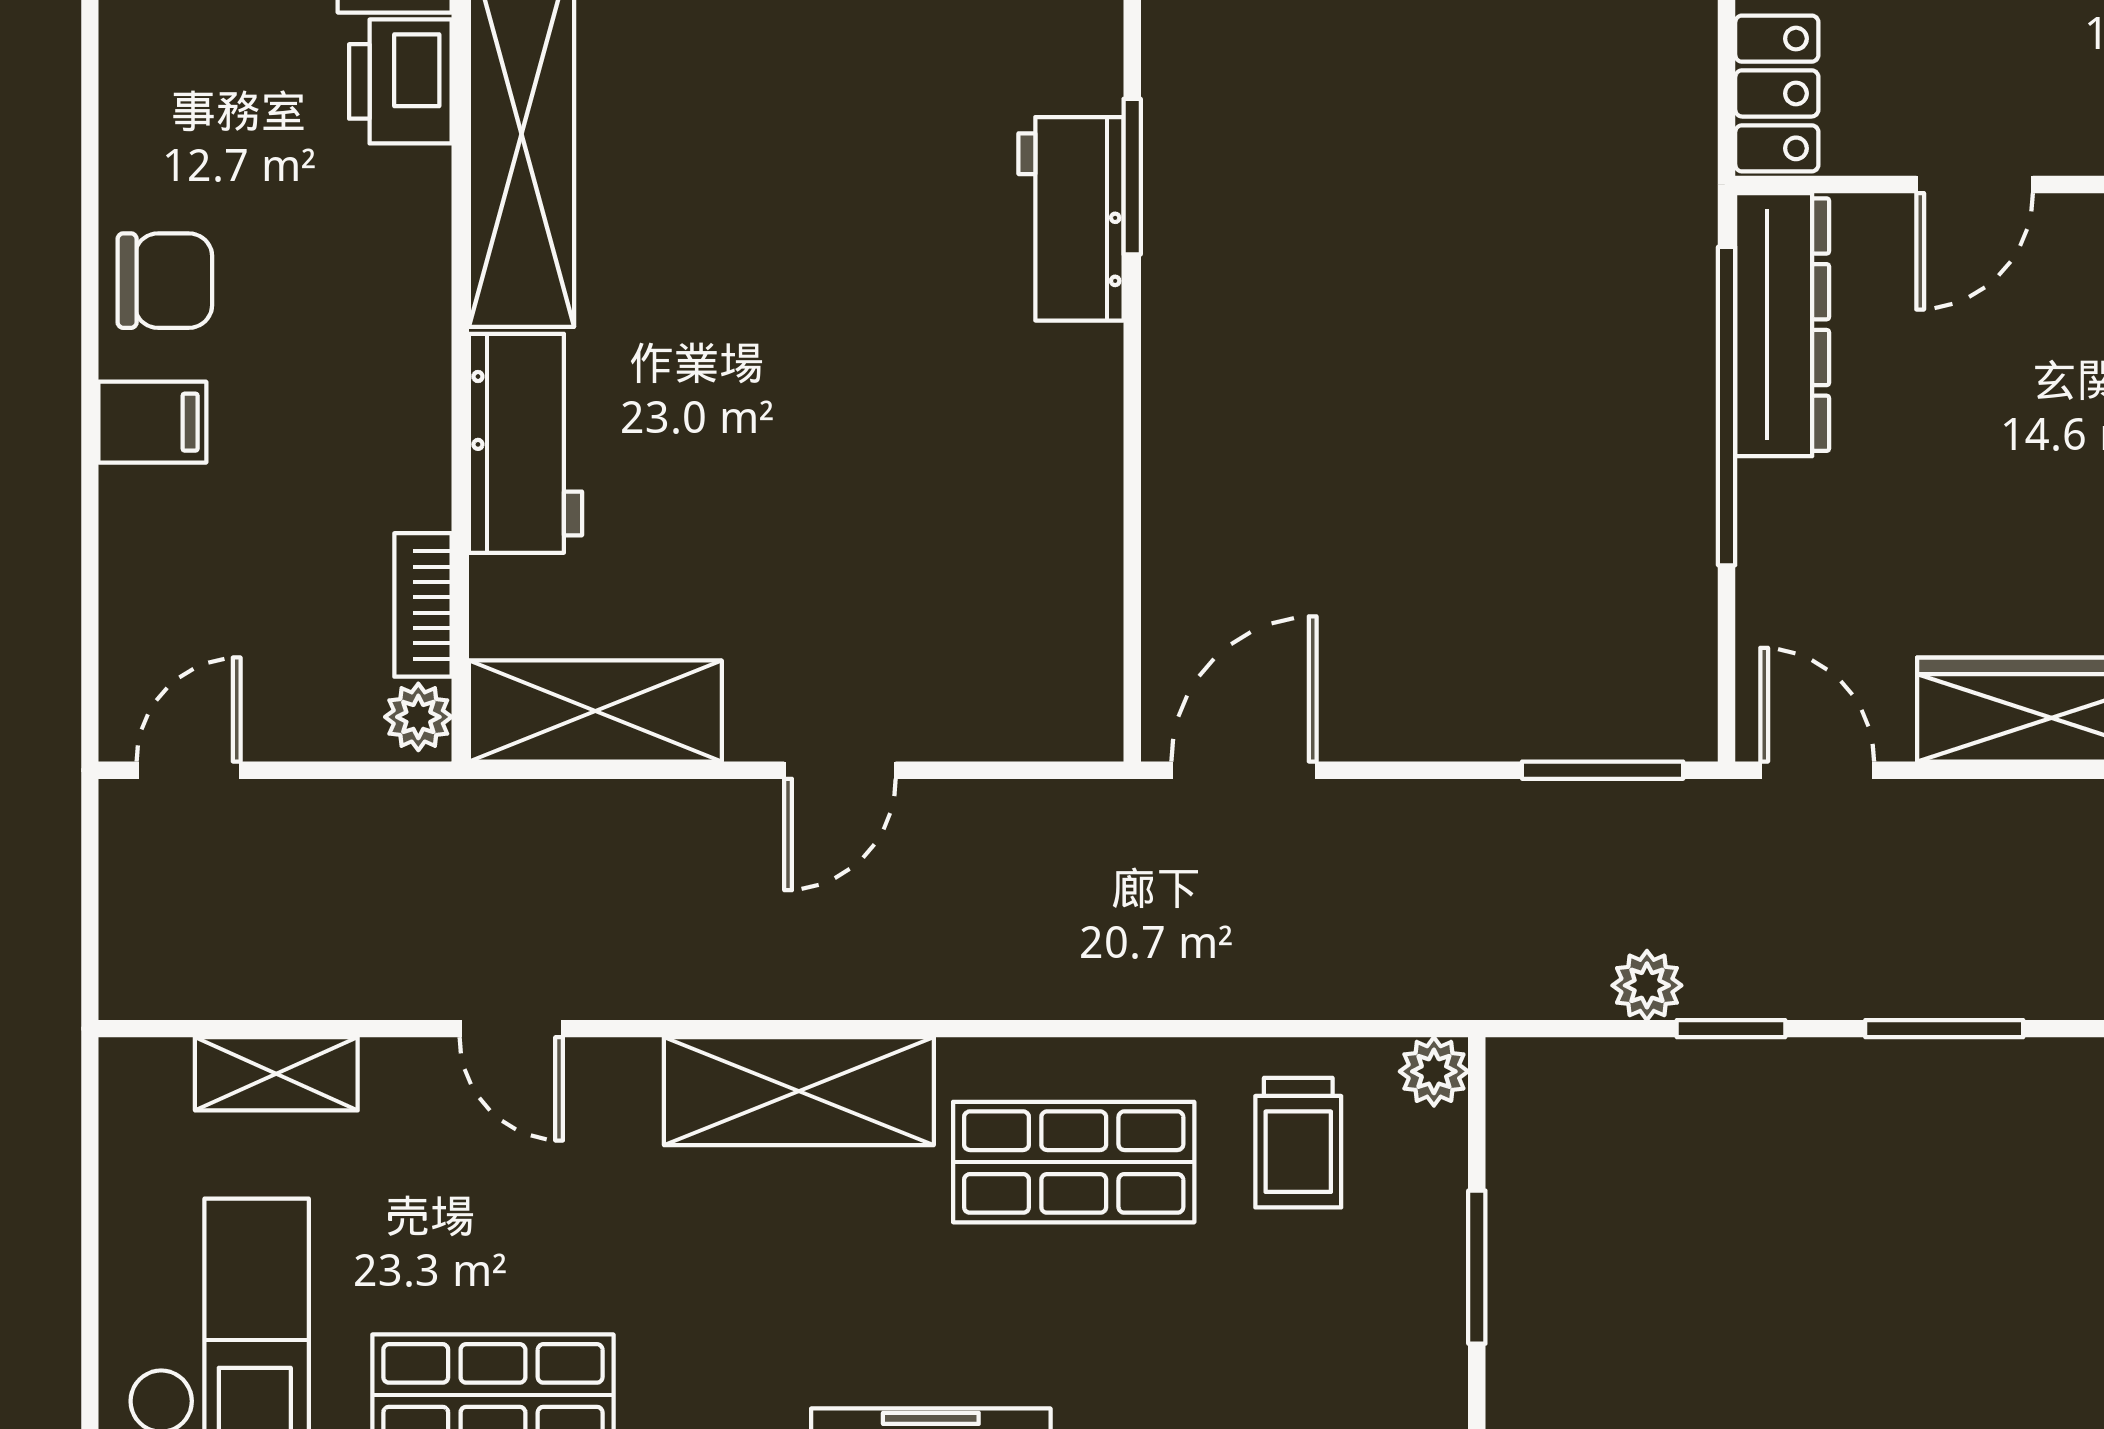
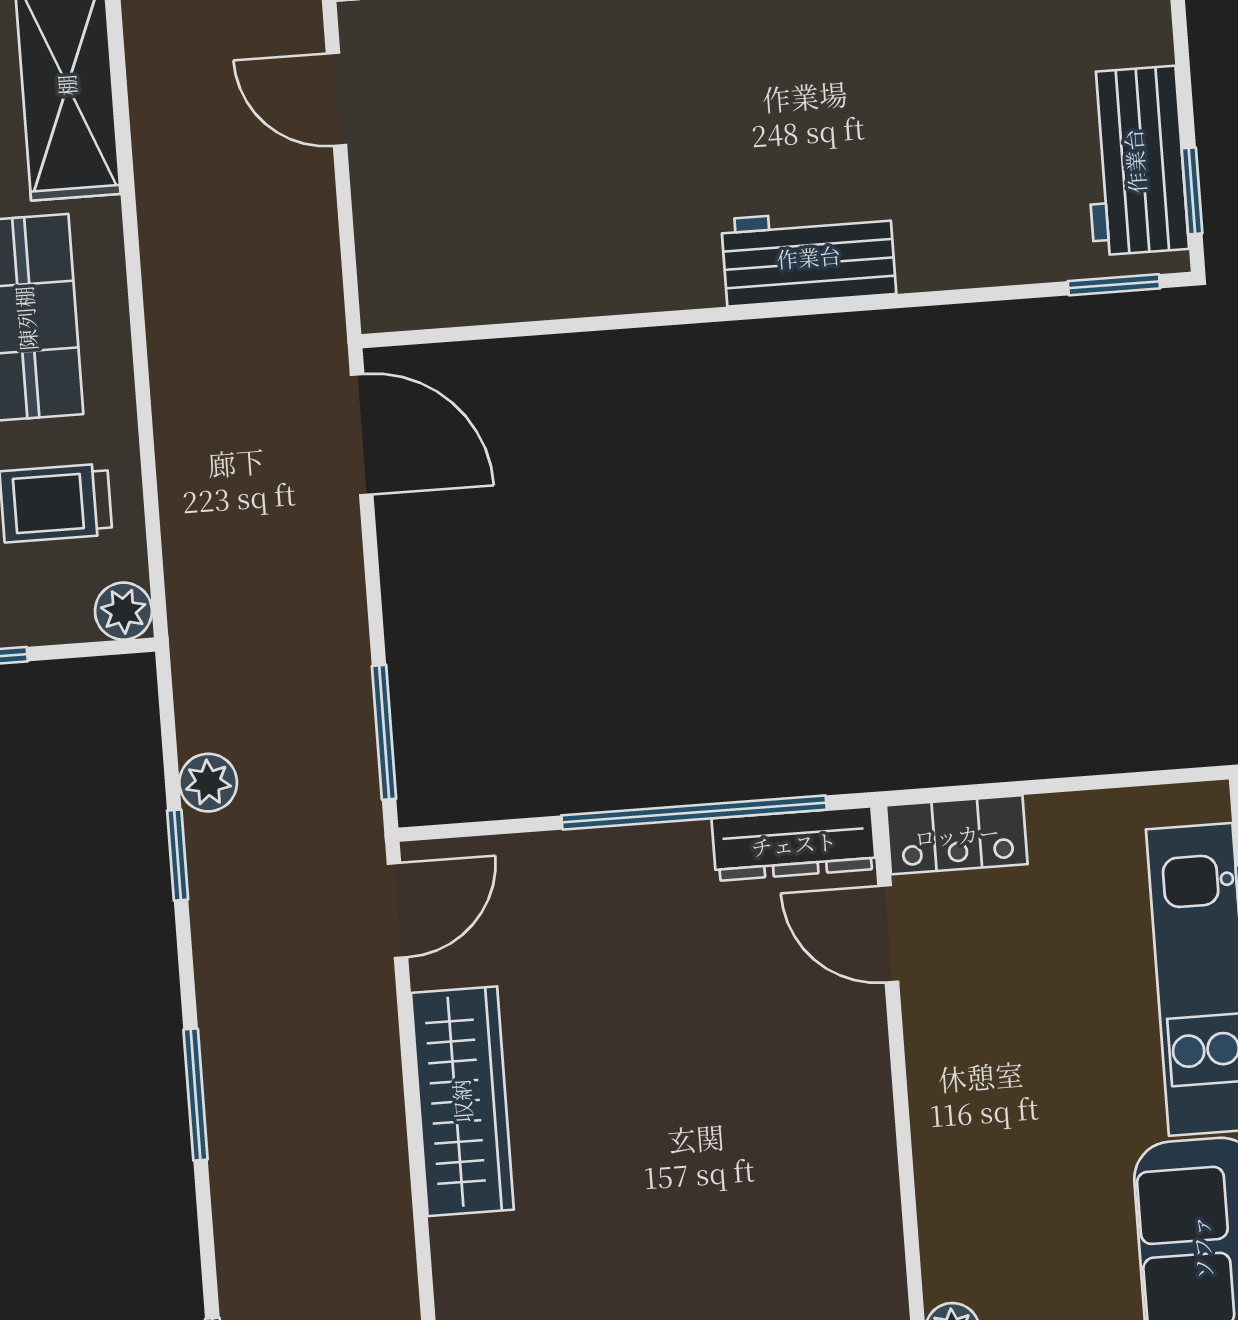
window: (1132, 177) -> (847, 305), removed
door: (1975, 184) -> (888, 934), moved
dresser: (1782, 325) -> (794, 844), width x0.73, depth x0.80
window: (1944, 1029) -> (196, 1094), moved

